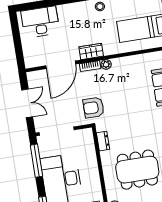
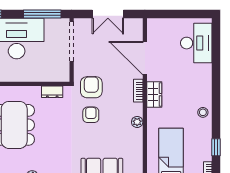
plant: (106, 64) -> (137, 122), moved
armchair: (118, 104) -> (91, 115), added

